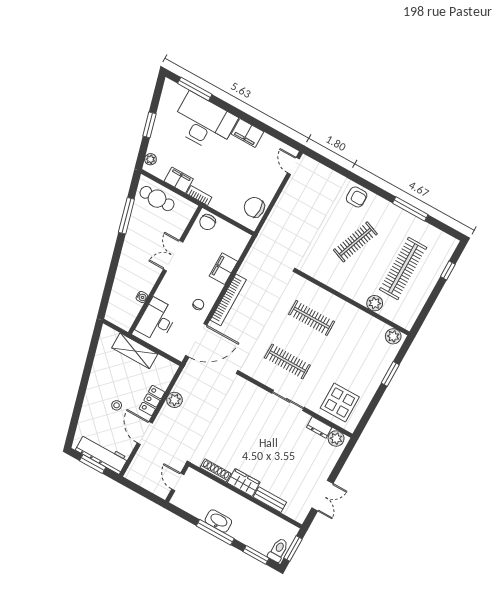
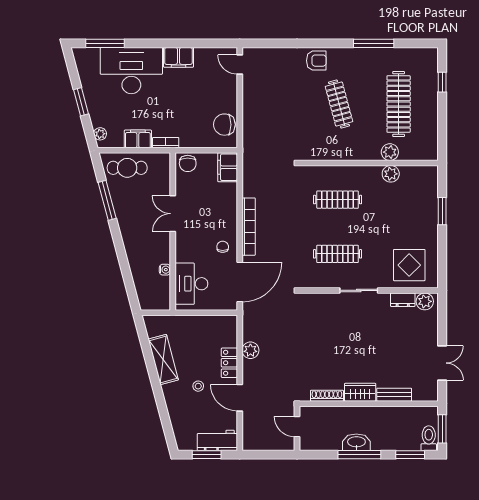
clothes rail: (355, 242) -> (339, 104), turned -36
filing cabinet: (223, 269) -> (228, 167), moved
plant: (393, 336) -> (391, 174), moved
shelving: (135, 351) -> (163, 359), moved, turned 75
workbench: (102, 454) -> (217, 440), width x0.73

